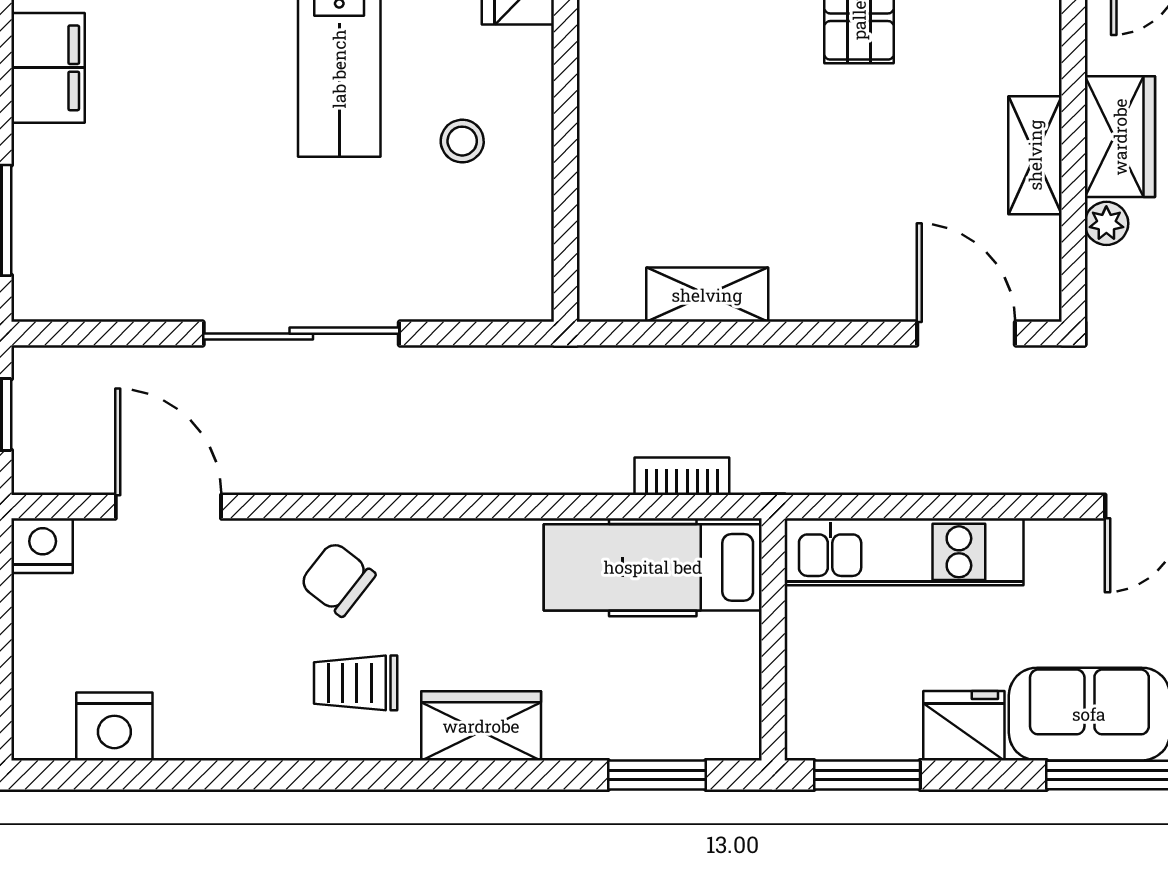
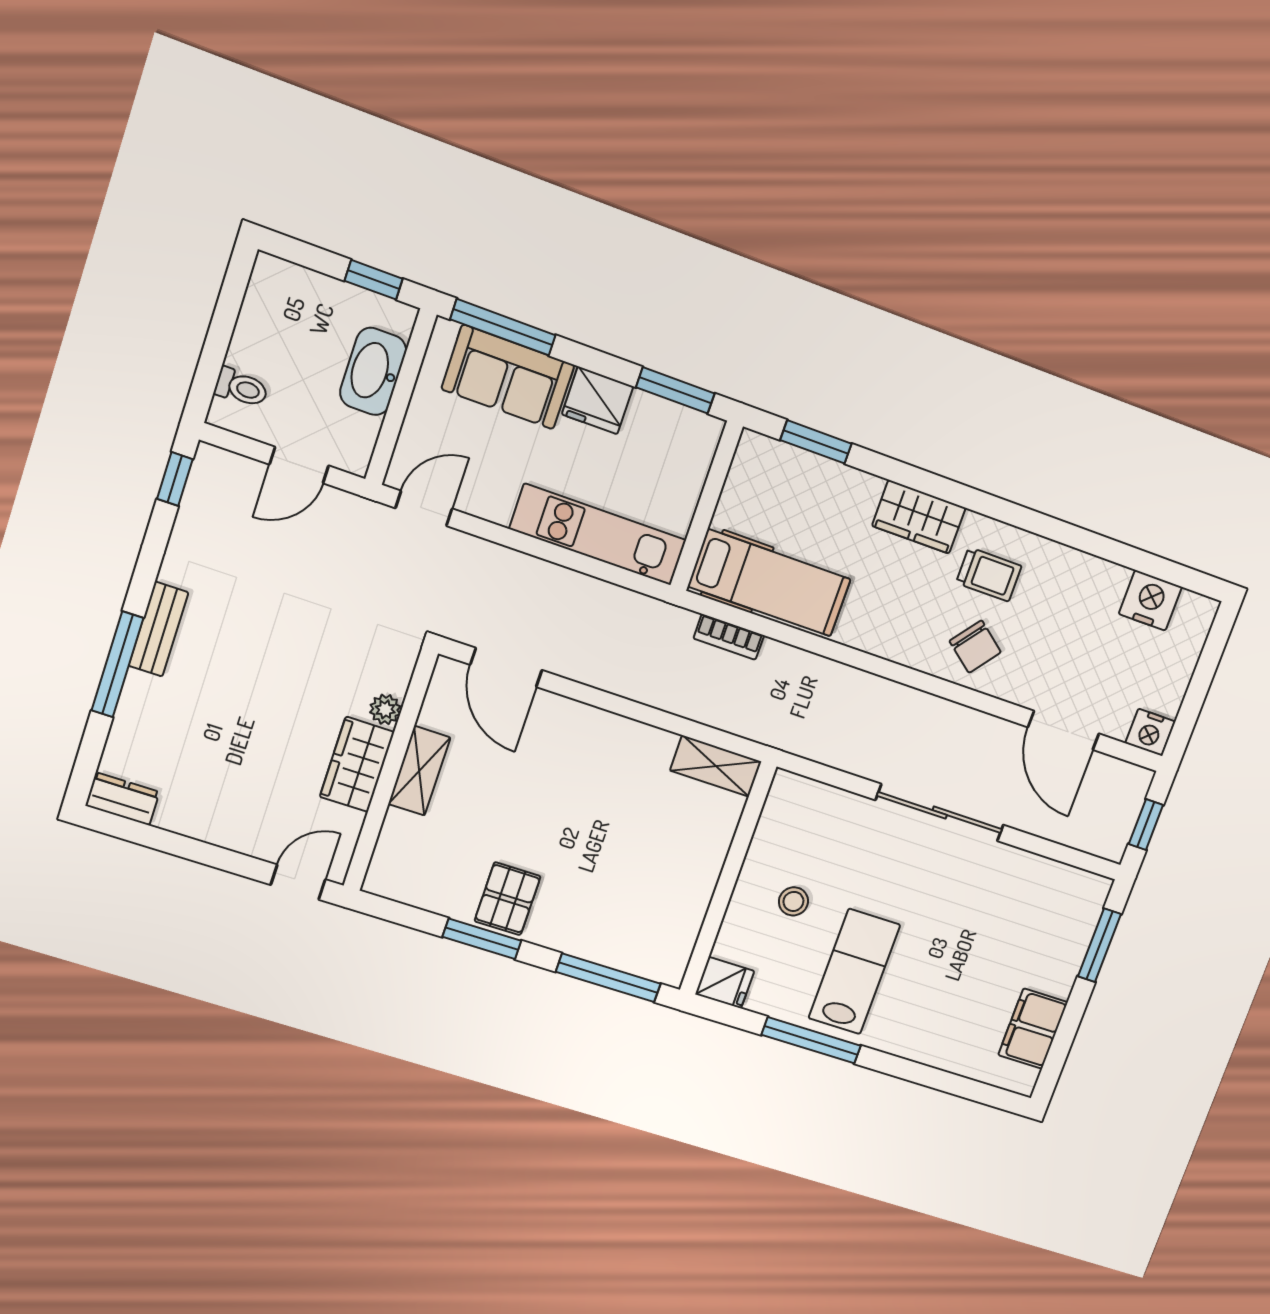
shelving: (707, 295) -> (716, 766), moved

